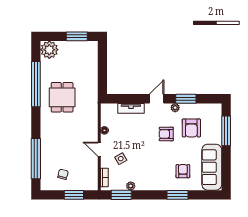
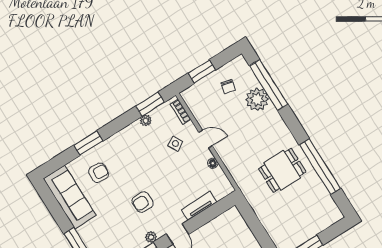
plant: (49, 50) -> (257, 99), moved
dining table: (62, 97) -> (282, 170), turned 90
armchair: (191, 128) -> (119, 226), removed
armchair: (166, 134) -> (143, 202), turned 180
armchair: (183, 171) -> (99, 173), turned -87

